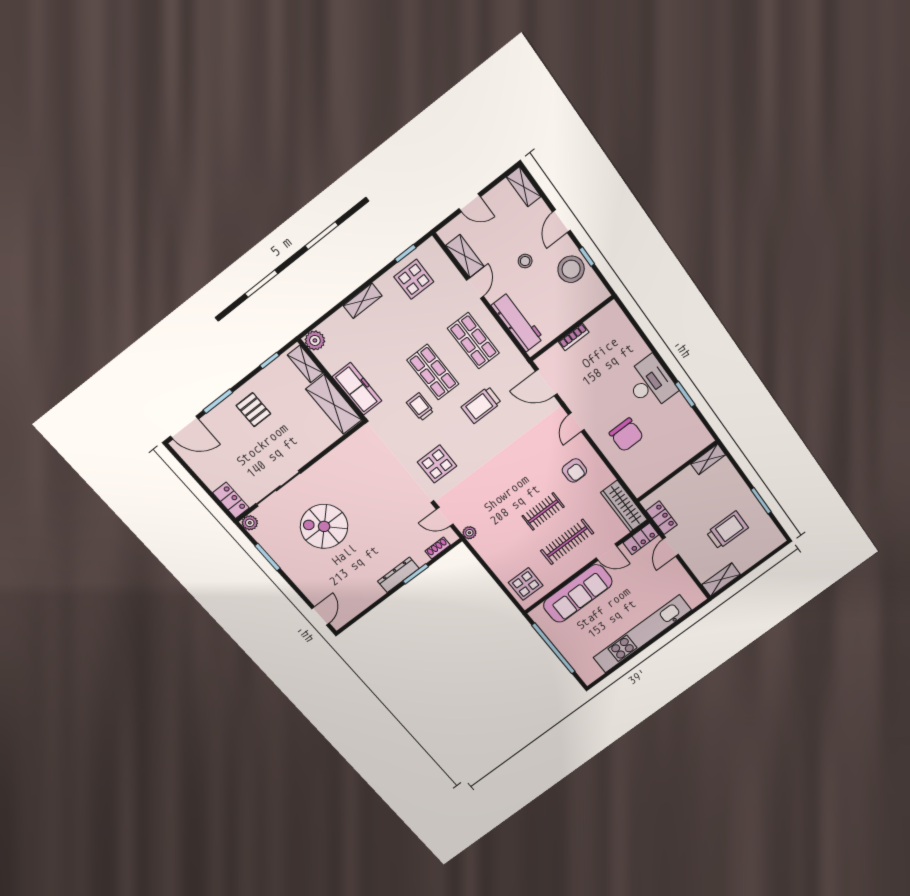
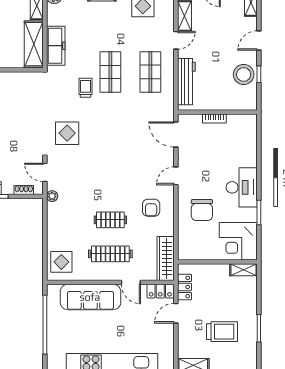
stool: (525, 261) -> (219, 47), removed
trolley: (481, 405) -> (124, 117), removed
corner desk: (684, 437) -> (238, 241), added

